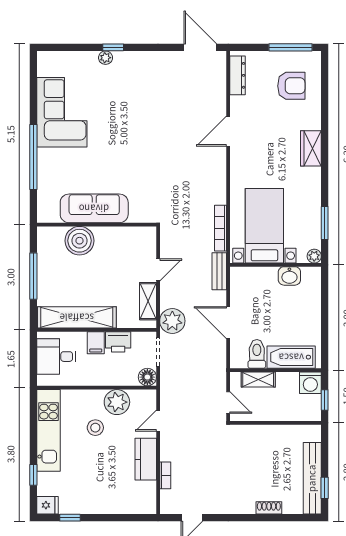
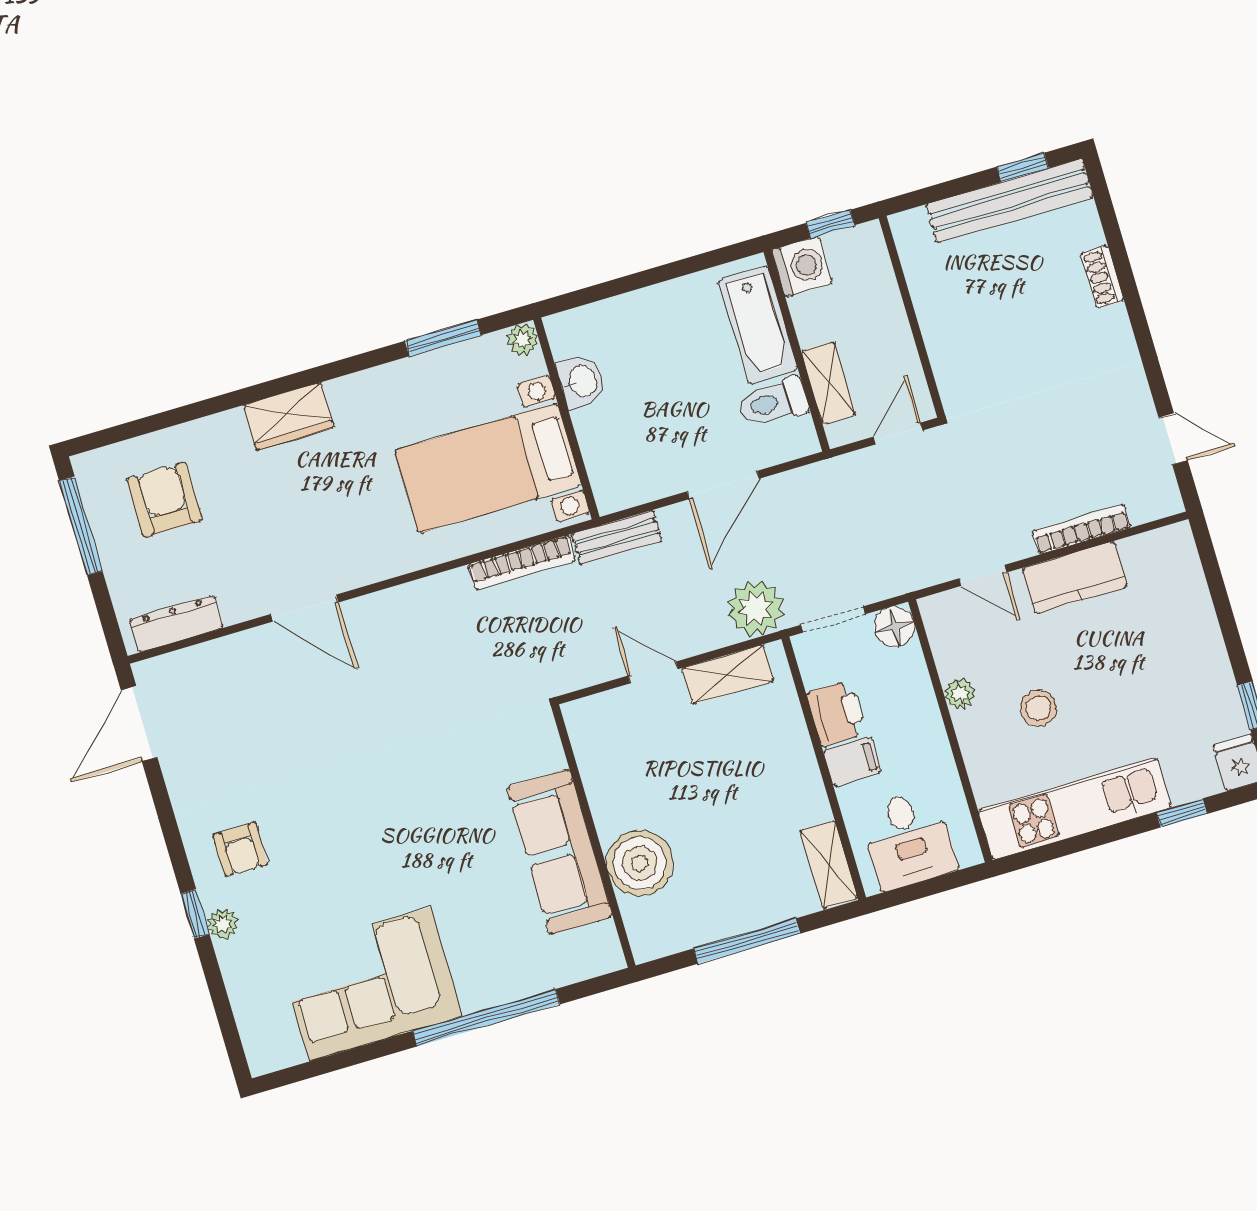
armchair: (135, 74) -> (240, 849), added
shelving: (77, 317) -> (829, 865), width x0.45, depth x0.75
plant: (117, 402) -> (960, 694), width x0.53, depth x0.53
bookcase: (165, 475) -> (1081, 529), width x1.56

